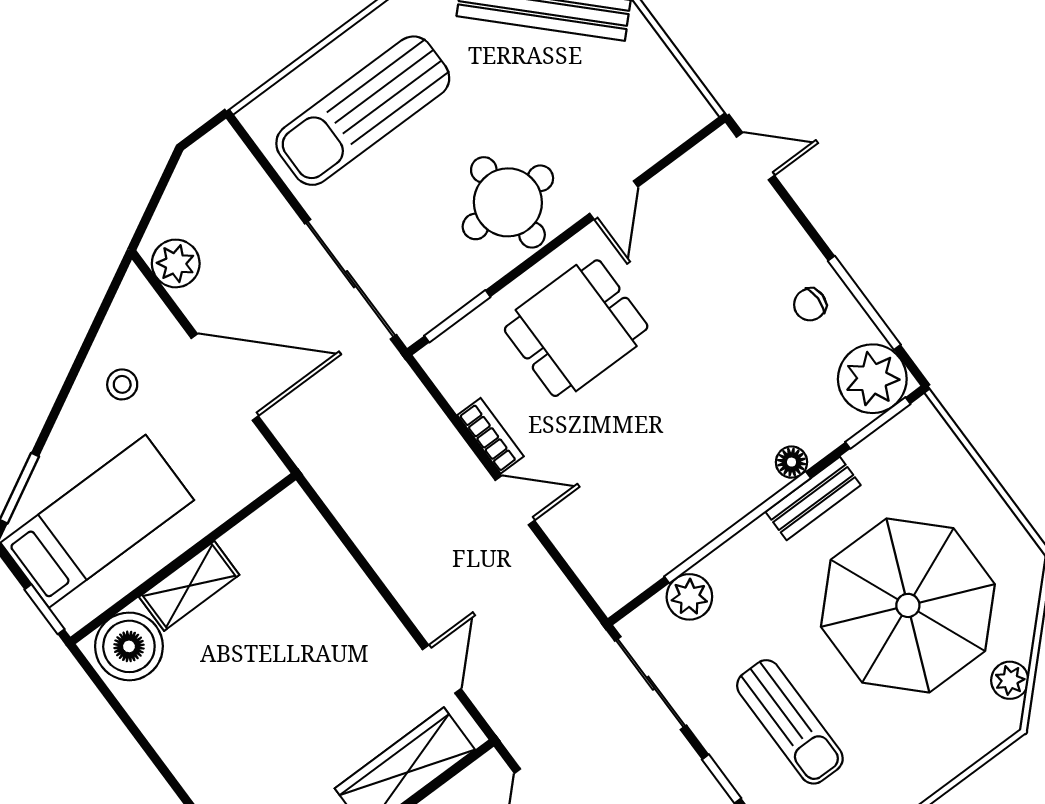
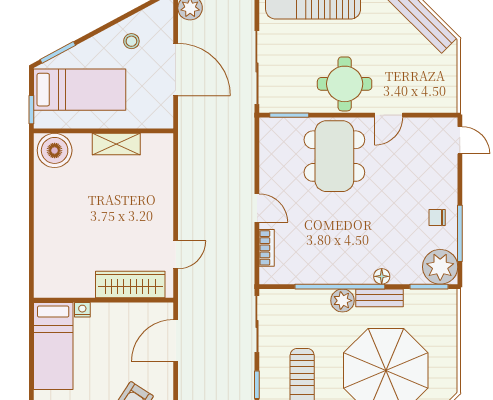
dining table: (576, 328) -> (334, 156), width x1.38
bookcase: (491, 436) -> (267, 248), moved
shelving: (189, 586) -> (116, 144), moved
plant: (689, 597) -> (342, 301), moved

